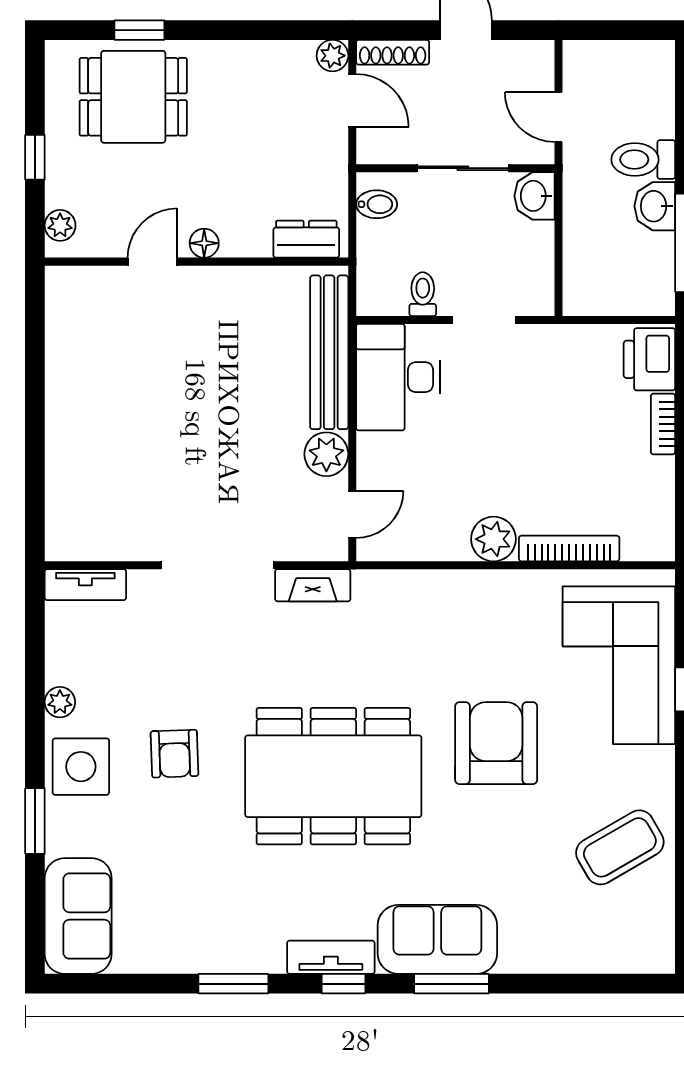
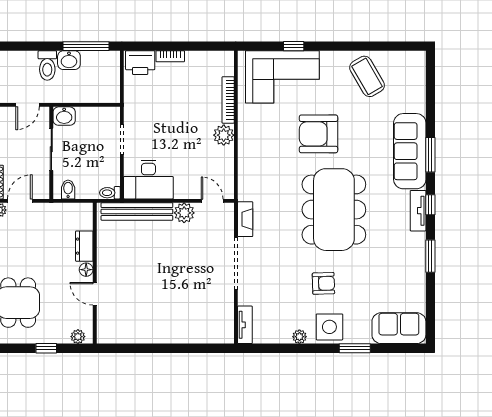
dresser: (306, 239) -> (84, 246), moved
toilet: (423, 294) -> (110, 193), moved
sofa: (437, 939) -> (410, 151), width x1.36

